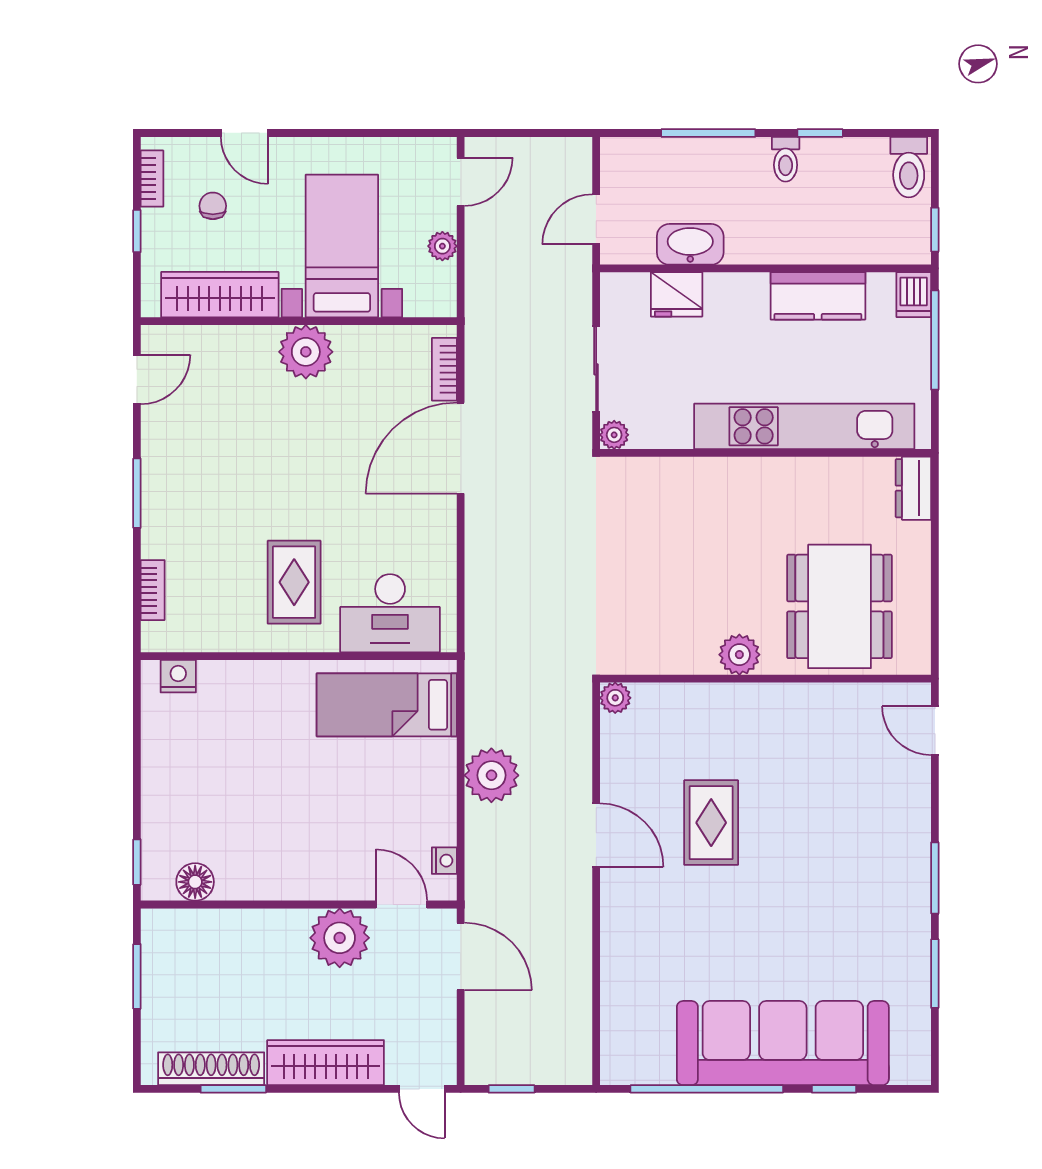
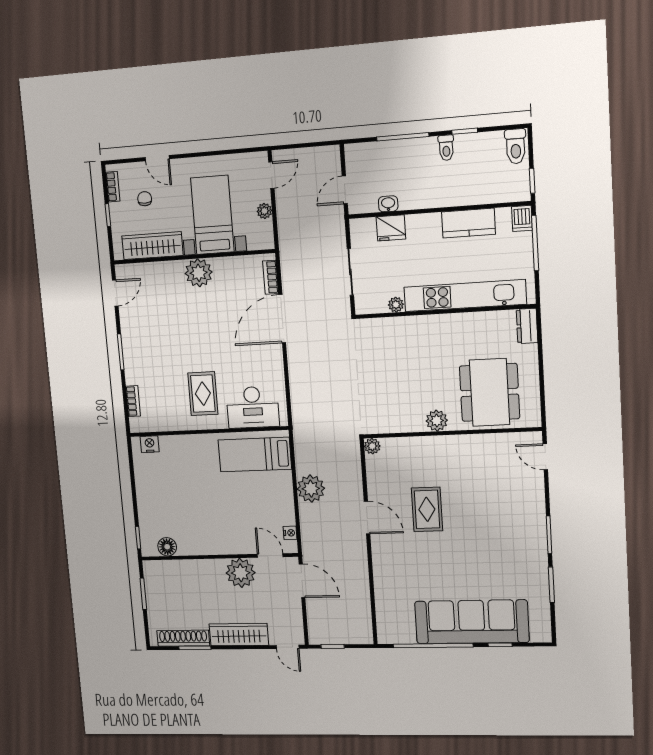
washbasin: (690, 244) -> (388, 204), width x0.52, depth x0.69
plant: (614, 435) -> (396, 305), moved

